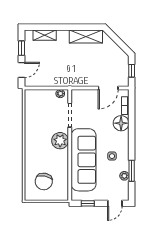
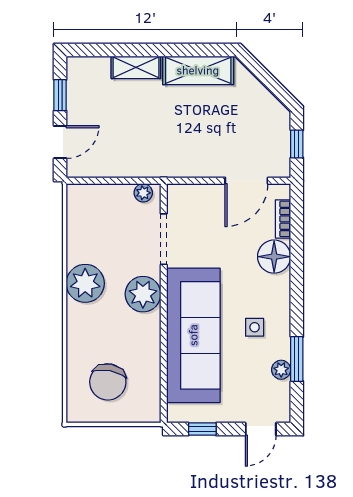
shelving: (45, 35) -> (136, 67), moved
plant: (33, 136) -> (85, 283), added

